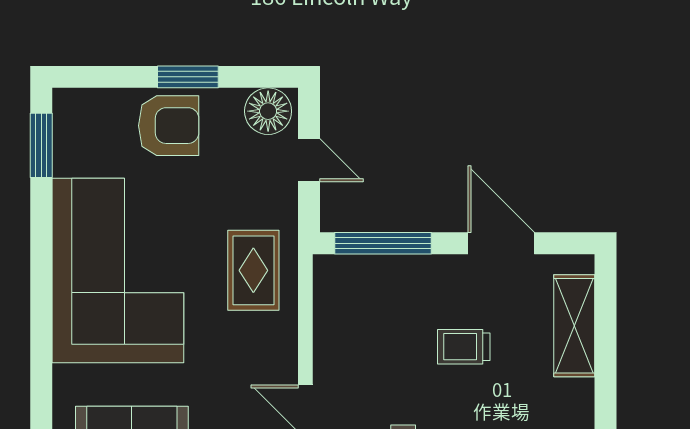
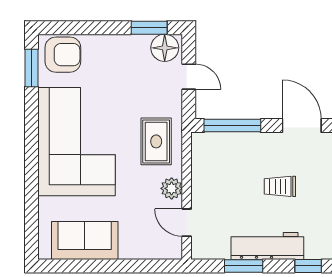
window: (188, 77) -> (149, 28), moved
armchair: (169, 126) -> (63, 55), moved
plant: (280, 350) -> (172, 188), added

